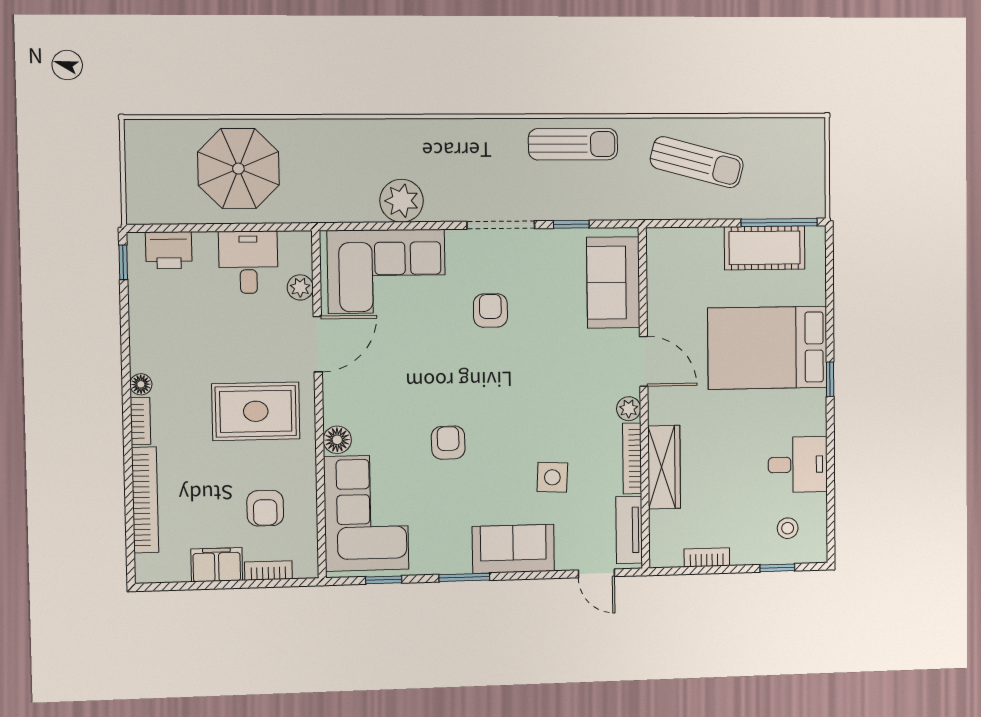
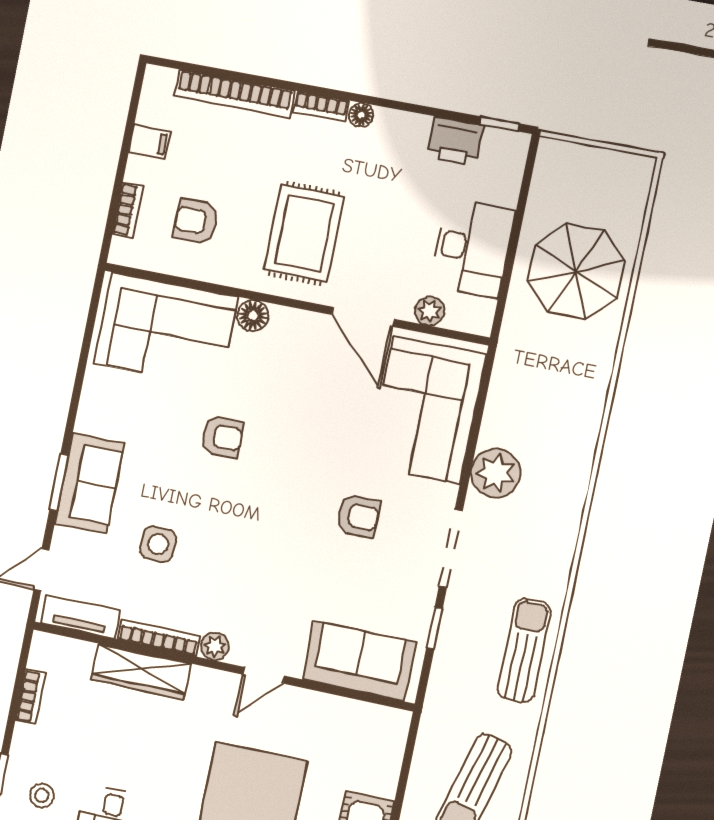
sun lounger: (573, 144) -> (524, 650), turned 180
plant: (402, 201) -> (496, 473), moved
printer: (169, 250) -> (455, 141), moved, turned -90
desk: (248, 262) -> (472, 248), width x1.37
door: (644, 361) -> (264, 675), width x0.73
filing cabinet: (217, 565) -> (149, 142), width x0.50
window: (464, 577) -> (59, 483), moved
window: (384, 580) -> (89, 333), removed

